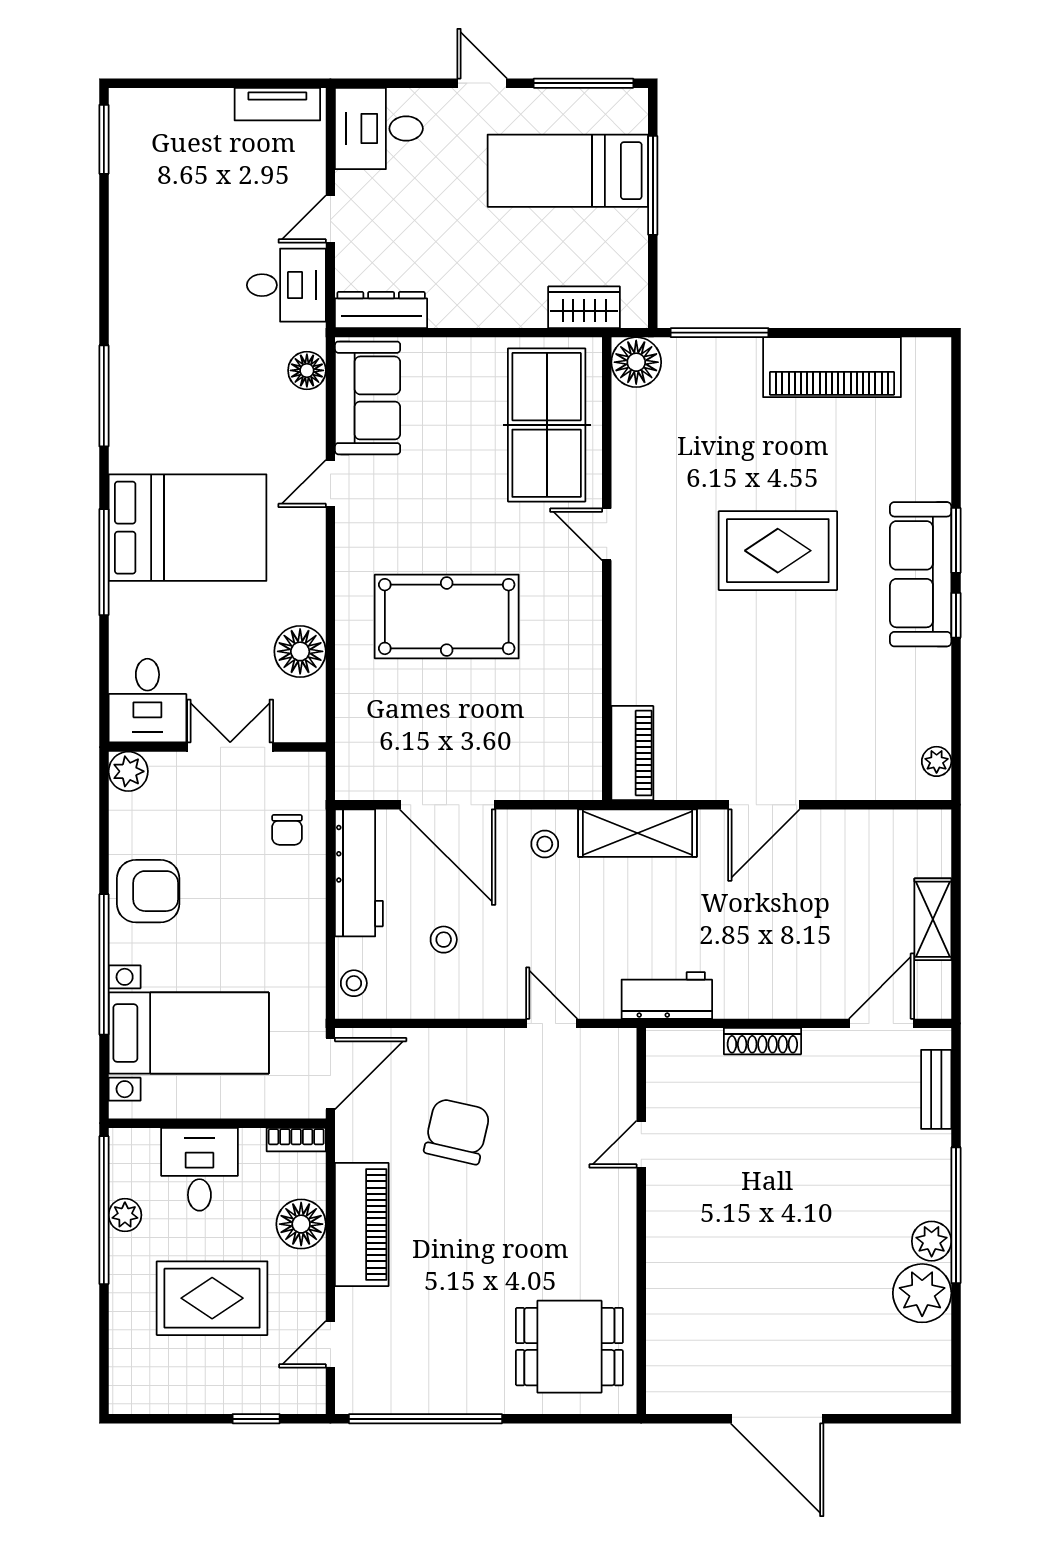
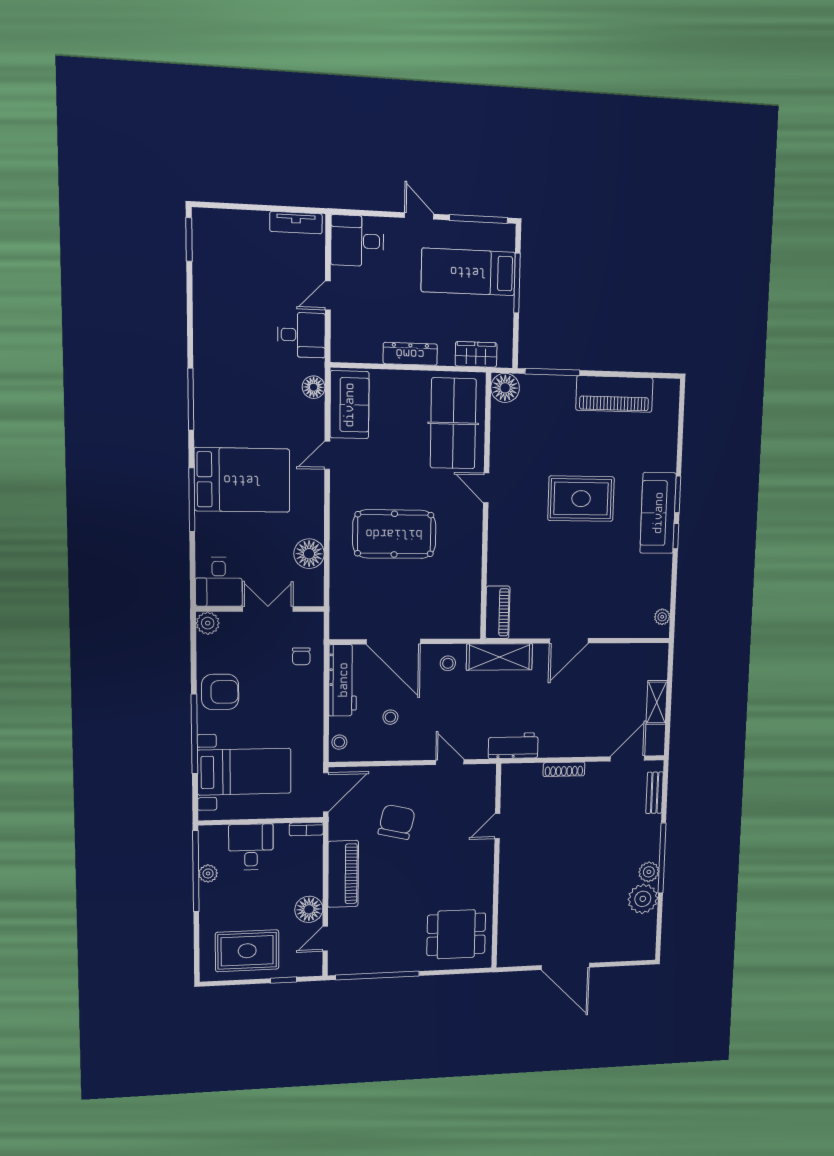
dresser: (381, 310) -> (410, 354), moved
floor lamp: (301, 1224) -> (309, 909), moved
rug: (212, 1298) -> (247, 951), moved

